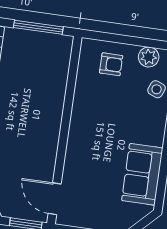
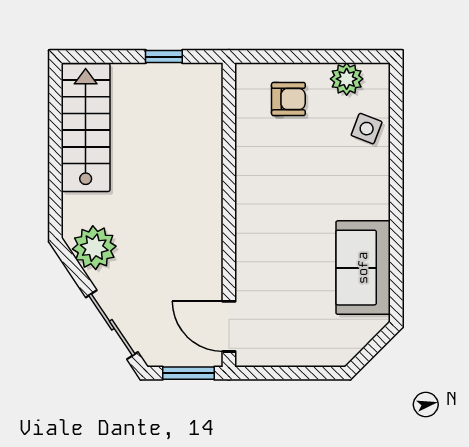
window: (38, 27) -> (164, 57), width x0.46

